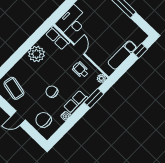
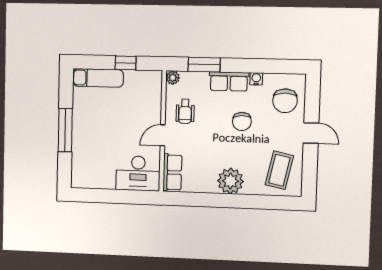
window: (140, 51) -> (126, 63), moved
plant: (36, 54) -> (230, 181), moved
exam couch: (122, 55) -> (98, 78), moved

